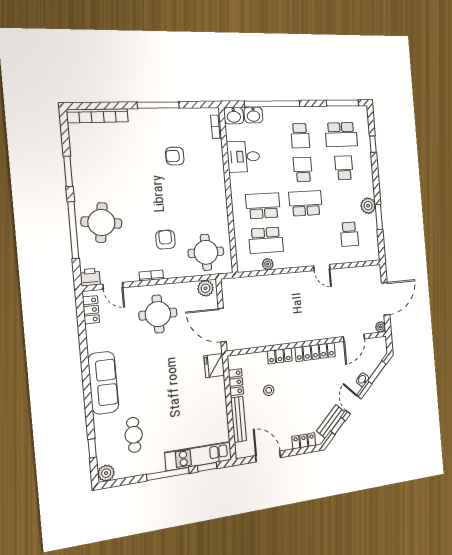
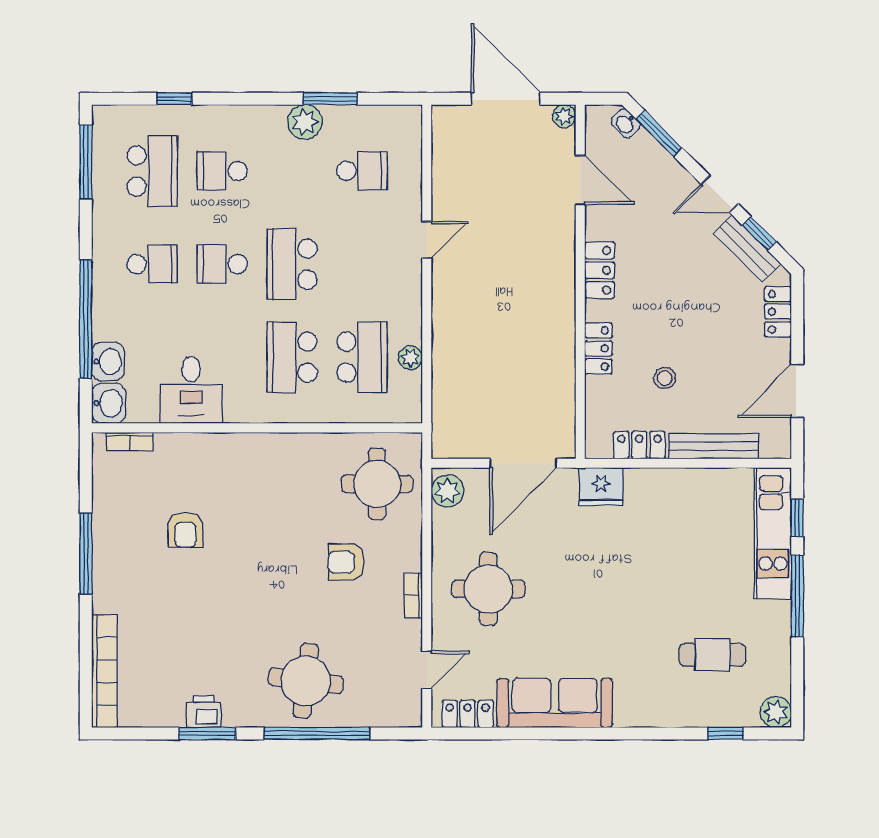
printer: (90, 277) -> (204, 712), moved, turned 90
locker: (315, 352) -> (600, 270), width x0.66
washbasin: (362, 380) -> (626, 123), moved
sofa: (103, 383) -> (555, 703), moved

